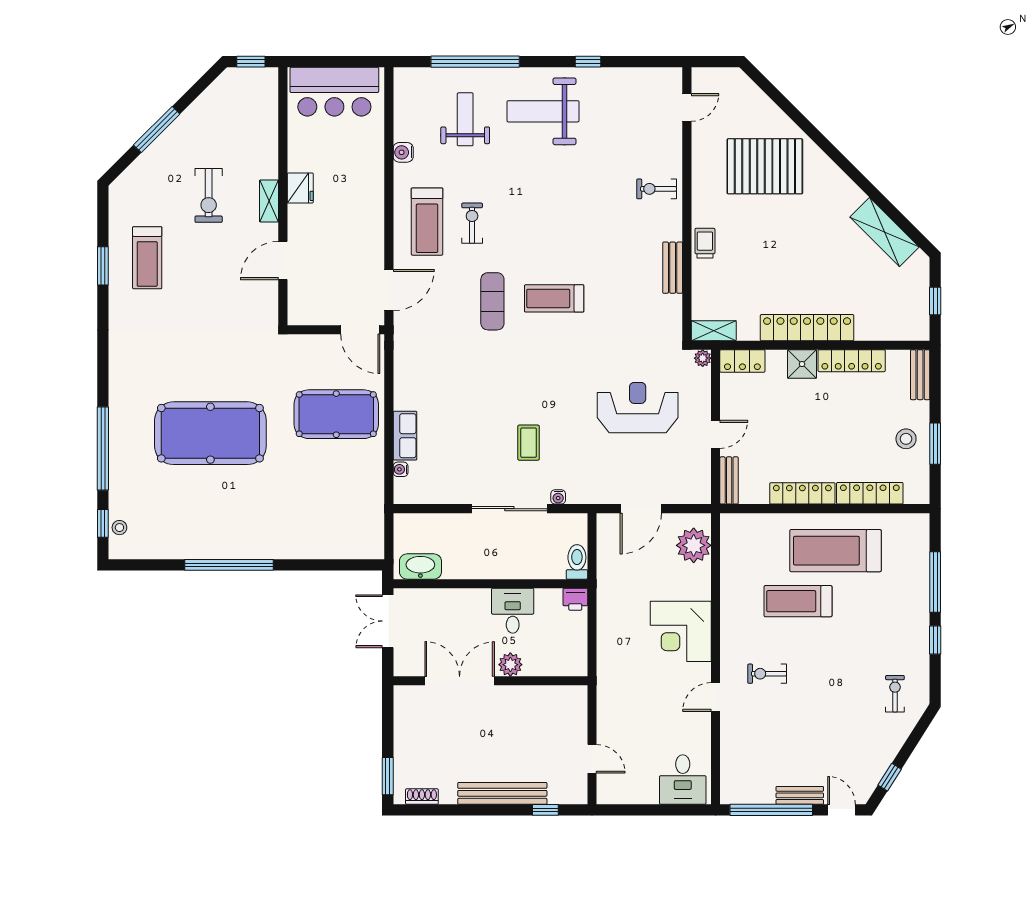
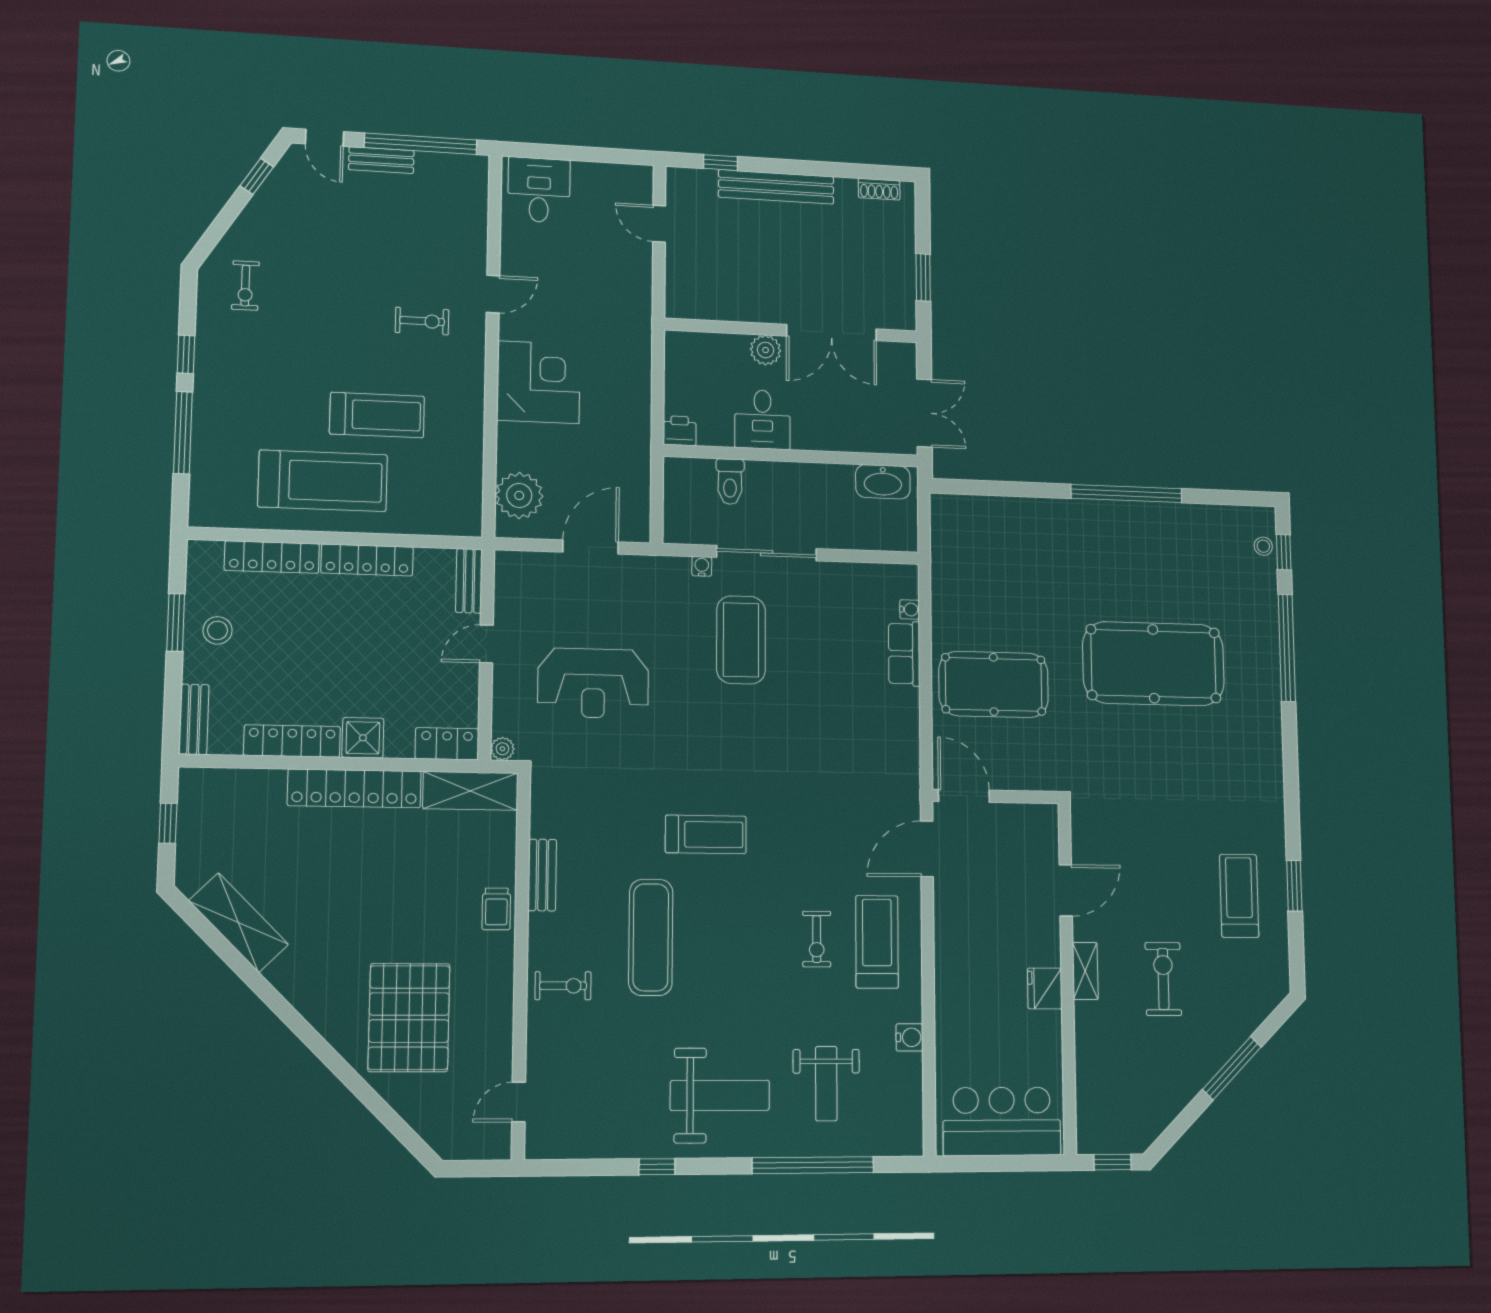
pallet: (765, 166) -> (409, 1018), turned 90
exercise mat: (492, 301) -> (651, 937), moved, width x1.36, depth x1.45
shelving: (714, 331) -> (470, 791), width x1.50, depth x1.33
coffee table: (529, 443) -> (741, 640), width x1.86, depth x1.72
toilet: (577, 562) -> (730, 482), moved
window: (388, 776) -> (923, 277), moved

